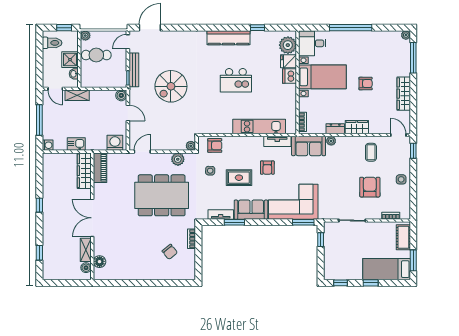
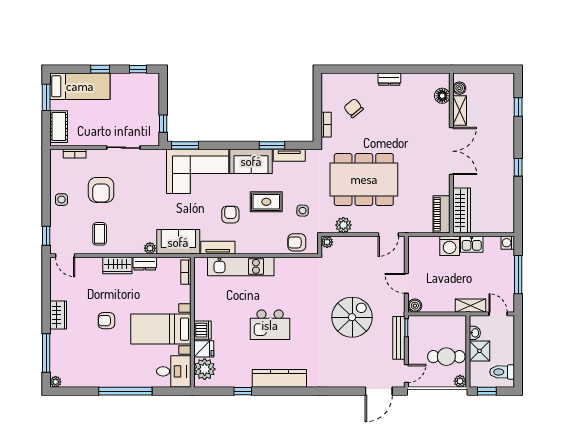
kitchen island: (236, 80) -> (270, 325), turned 180
wardrobe: (404, 94) -> (58, 315), width x0.67
washing machine: (115, 143) -> (450, 246), moved
dresser: (141, 275) -> (389, 79), added

